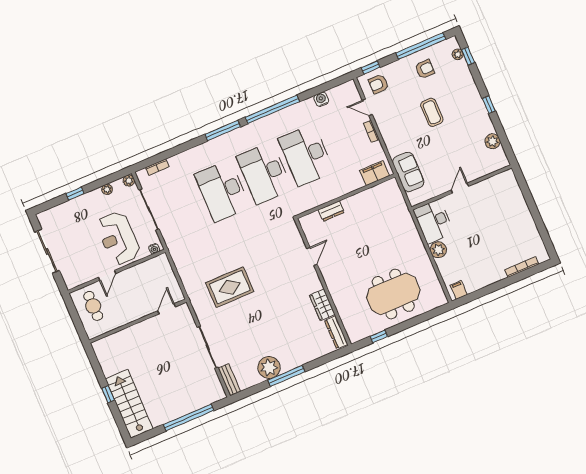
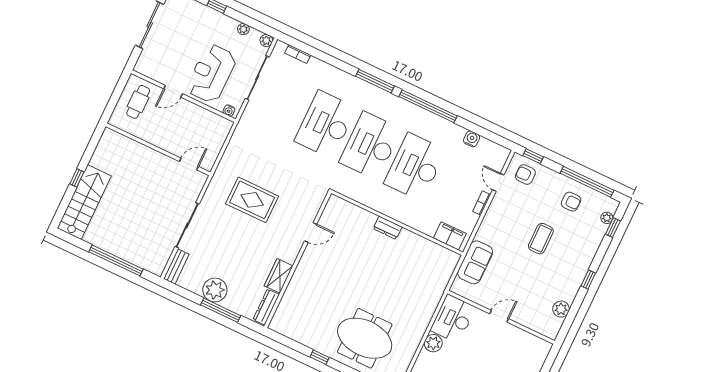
door: (312, 256) -> (311, 232), moved
wall: (323, 282) -> (298, 260), moved
wardrobe: (322, 305) -> (279, 276), moved
dresser: (336, 332) -> (266, 307), moved

